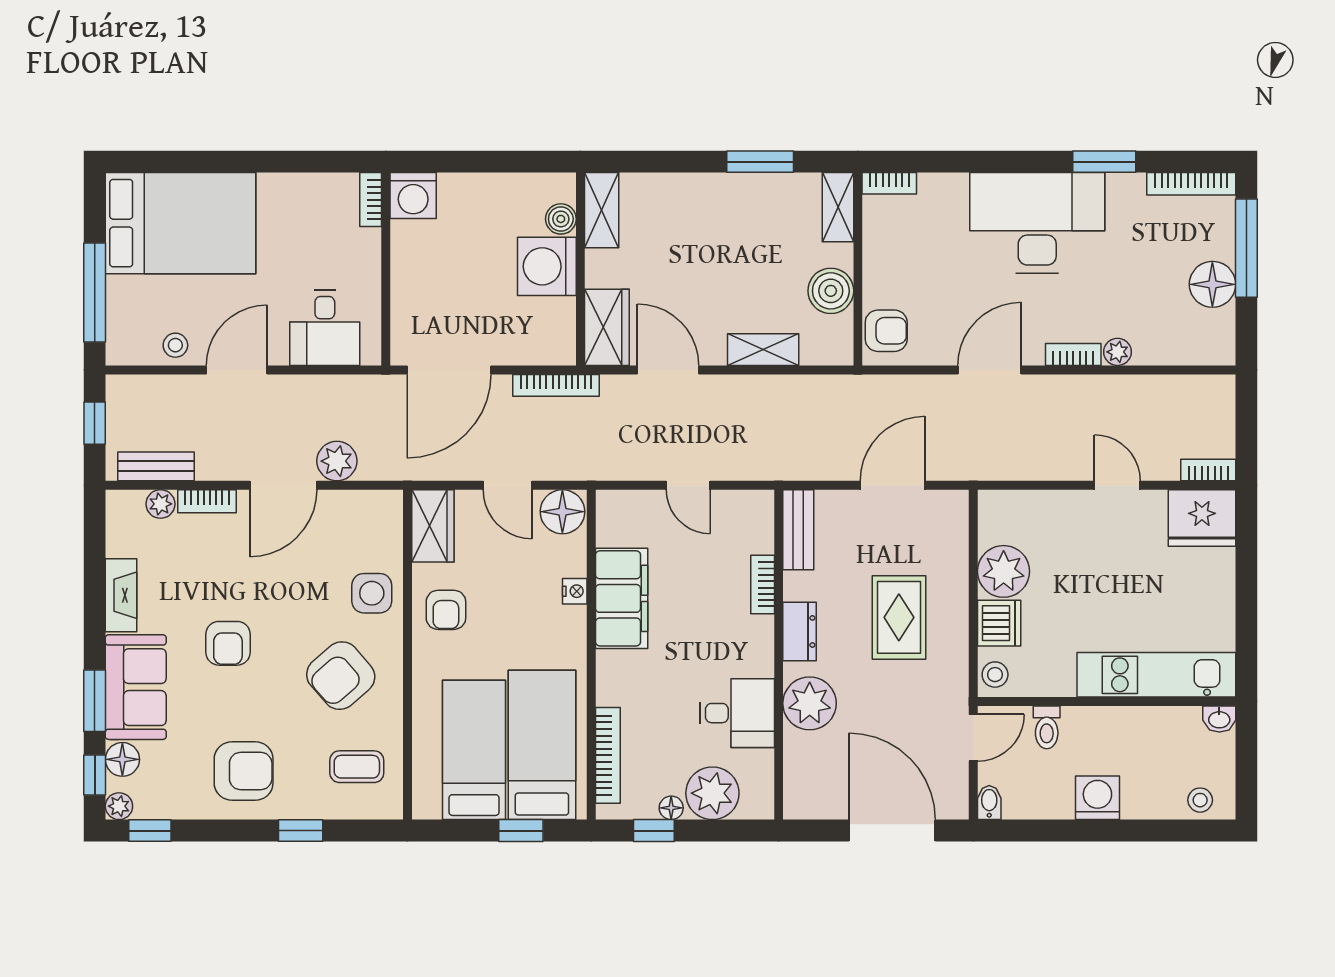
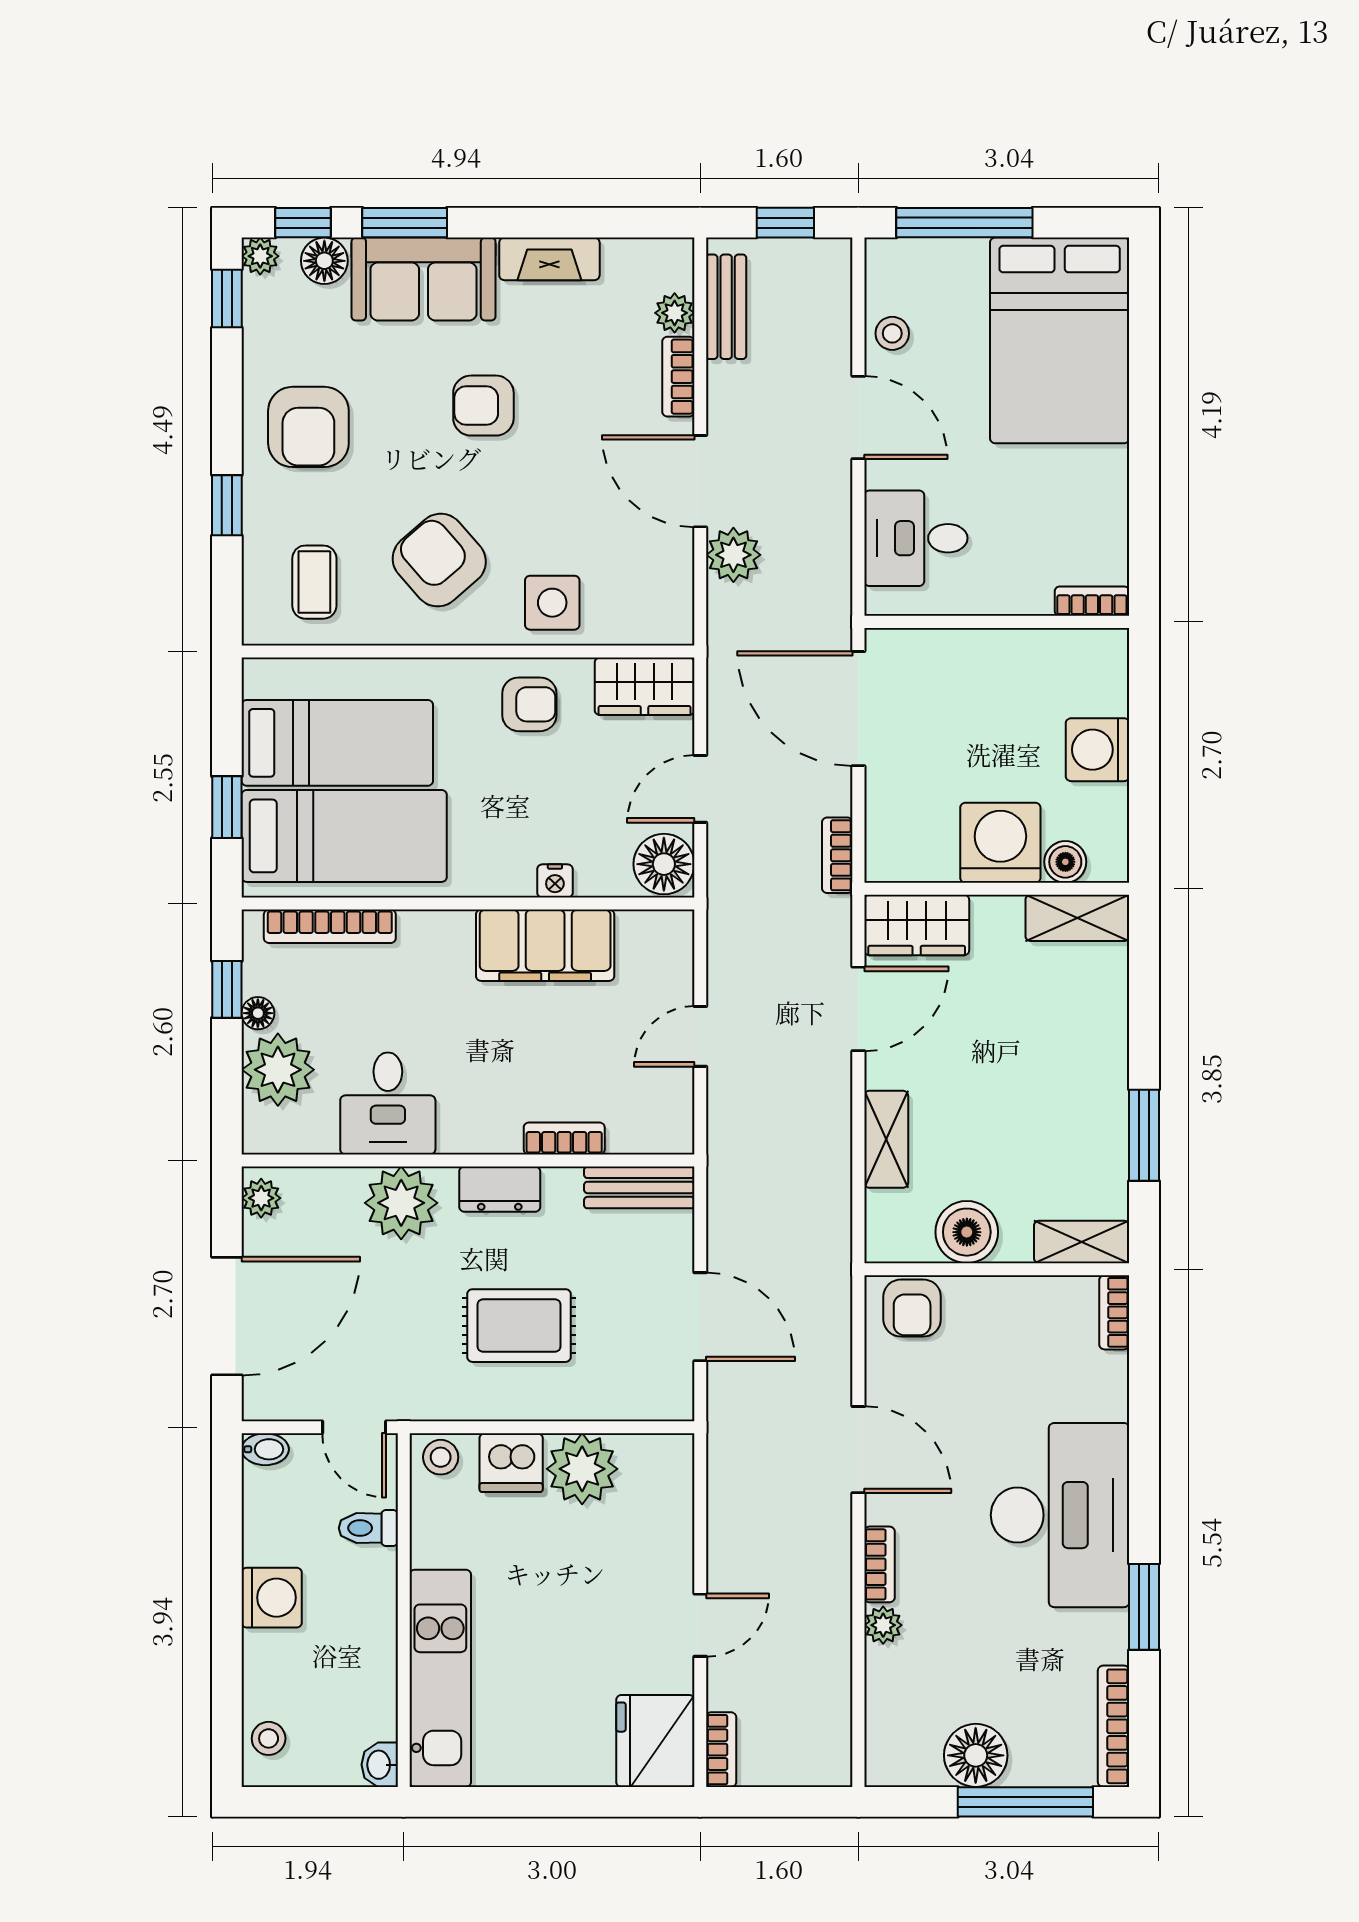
washing machine: (413, 195) -> (1098, 750), moved
bookcase: (556, 385) -> (837, 855), width x0.64
armchair: (446, 610) -> (529, 704), turned 180
plant: (806, 805) -> (261, 1198), added

